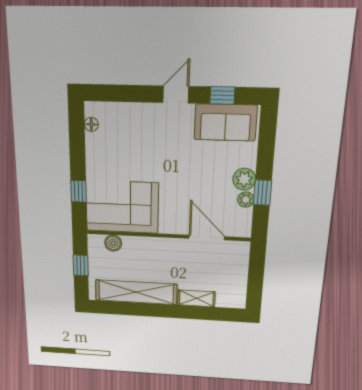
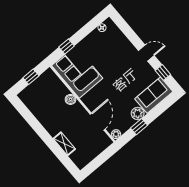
sofa: (225, 122) -> (154, 95), moved, turned 90
plant: (246, 200) -> (116, 134), moved
boiler: (113, 243) -> (70, 99), moved
shelving: (136, 292) -> (41, 114), removed

